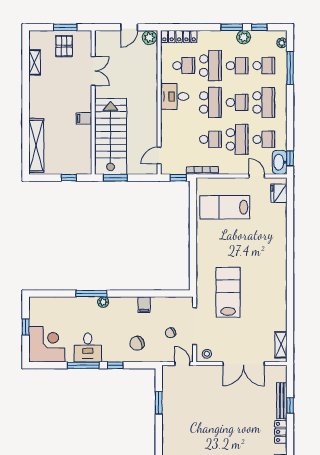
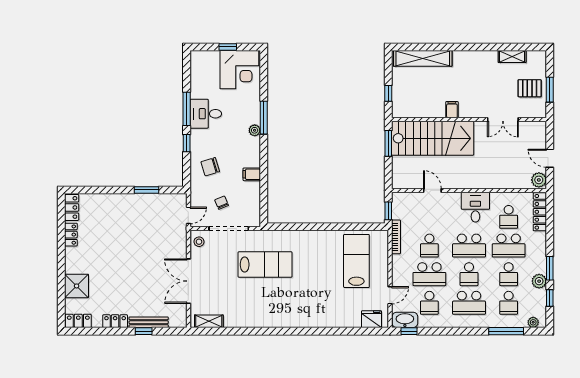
door: (159, 156) -> (432, 190), moved
chair: (137, 343) -> (210, 167), turned -84
corner desk: (47, 344) -> (239, 70), moved

